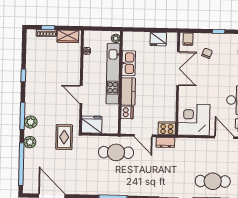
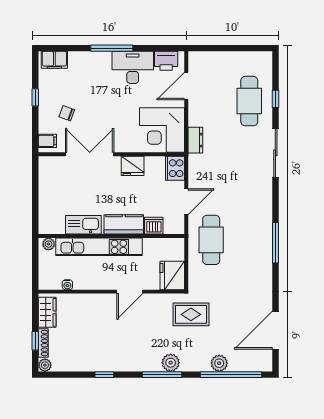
plant: (31, 34) -> (45, 365), added
fridge: (158, 39) -> (133, 166), moved, turned 90
plant: (30, 142) -> (219, 363), moved
dresser: (165, 142) -> (195, 140), moved

